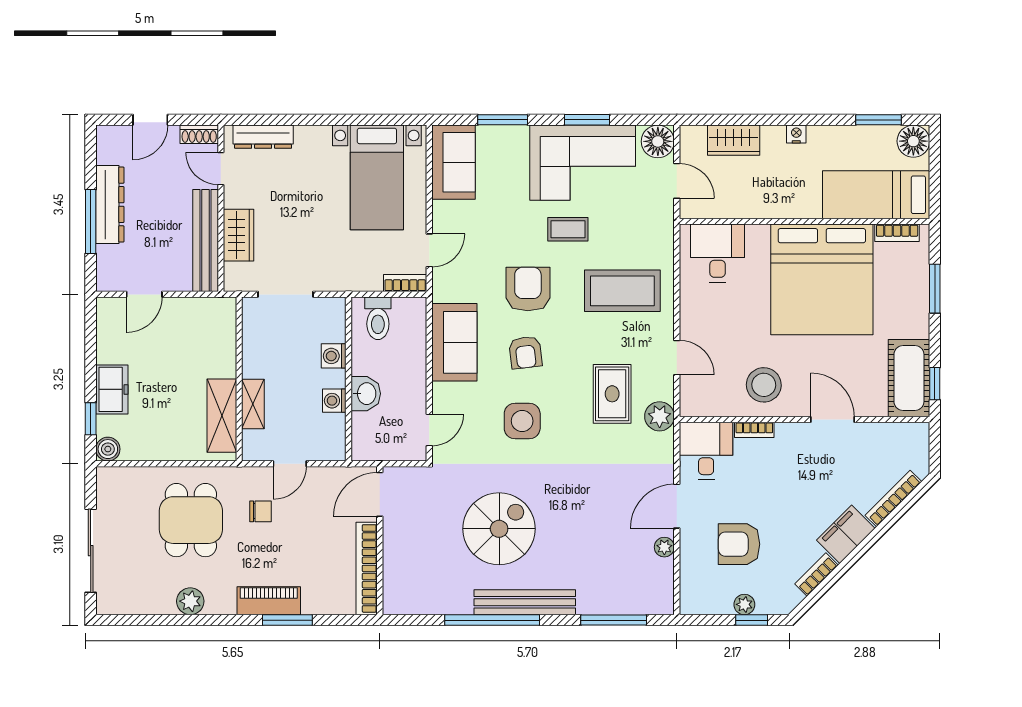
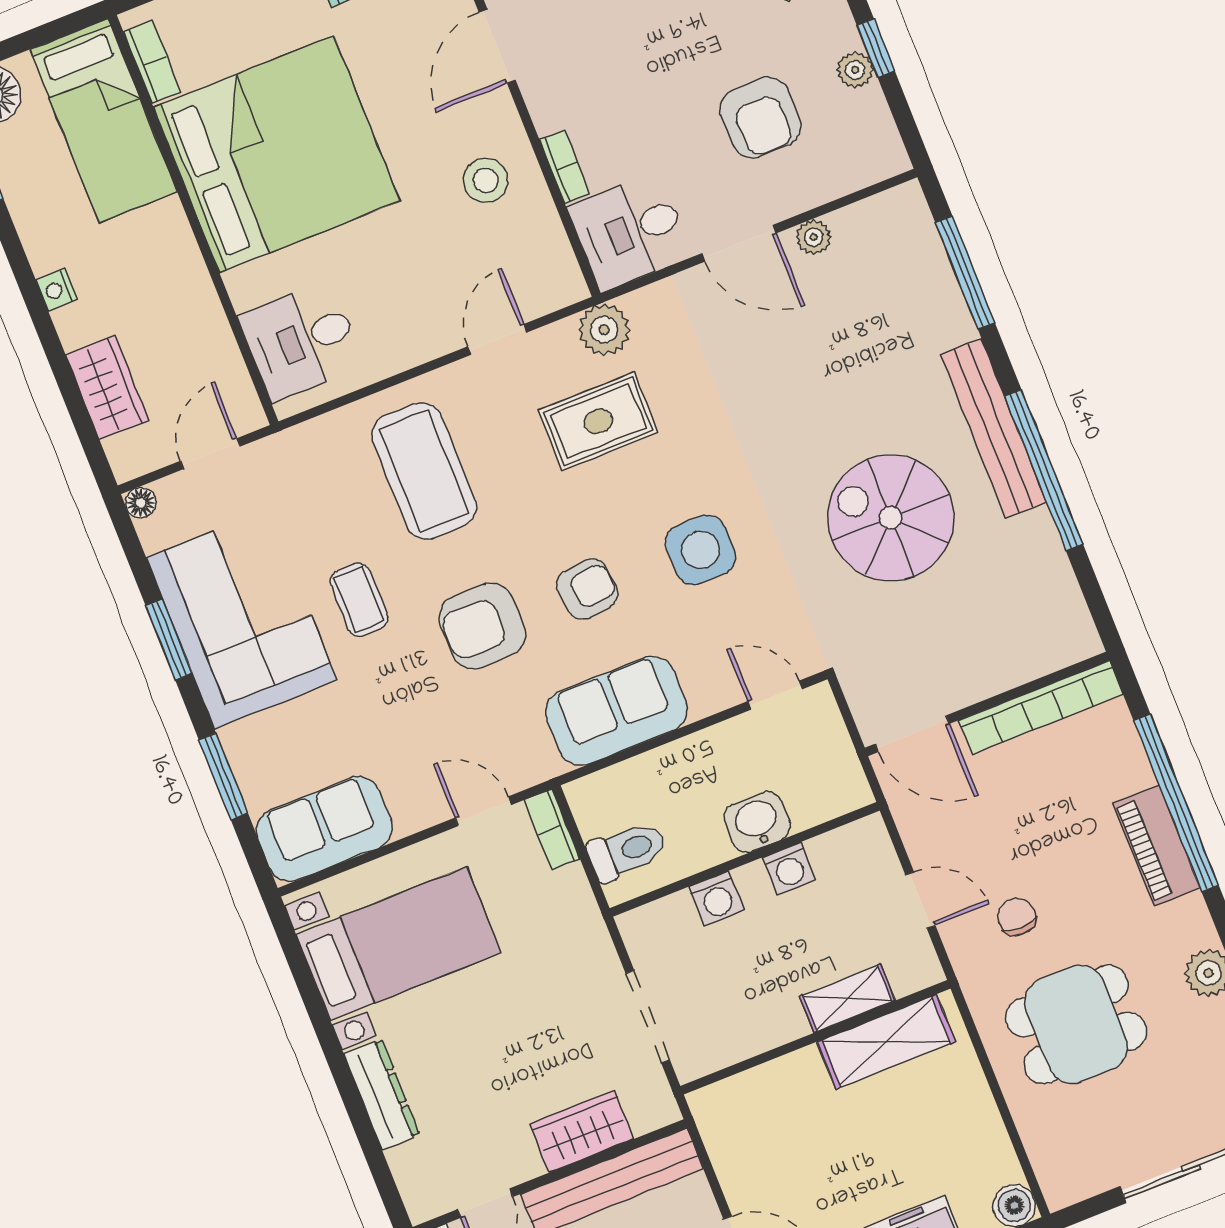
dresser: (263, 137) -> (382, 1094), moved
floor lamp: (658, 141) -> (141, 503), width x0.53, depth x0.53
stool: (764, 385) -> (486, 180), width x0.73, depth x0.73
window: (287, 620) -> (1176, 803), width x2.11

